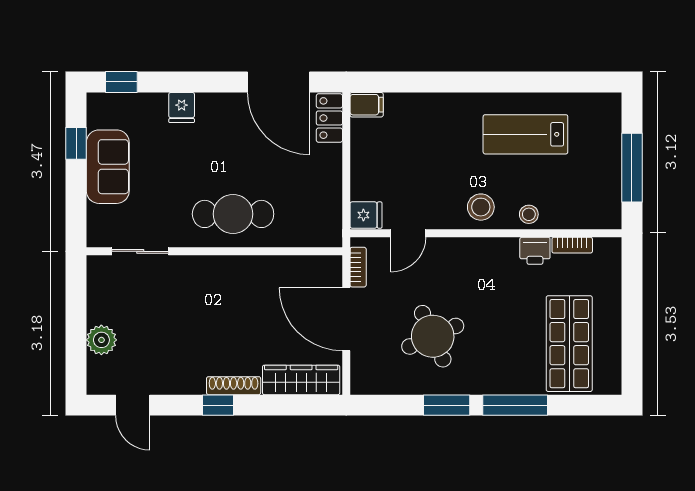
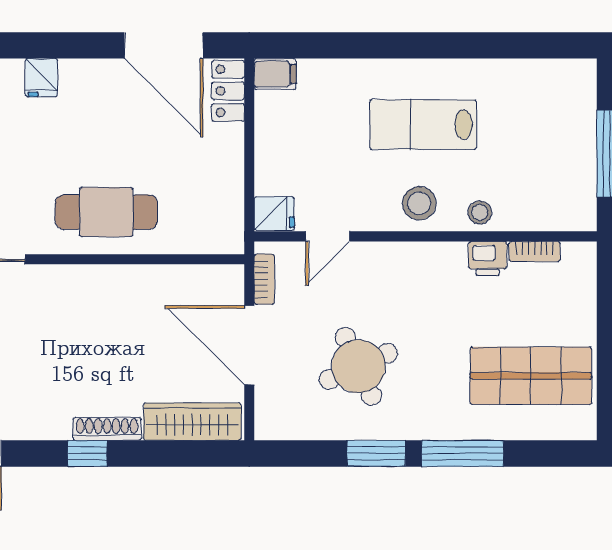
lab bench: (525, 134) -> (423, 125), moved
shop shelf: (569, 344) -> (531, 376), turned 90

